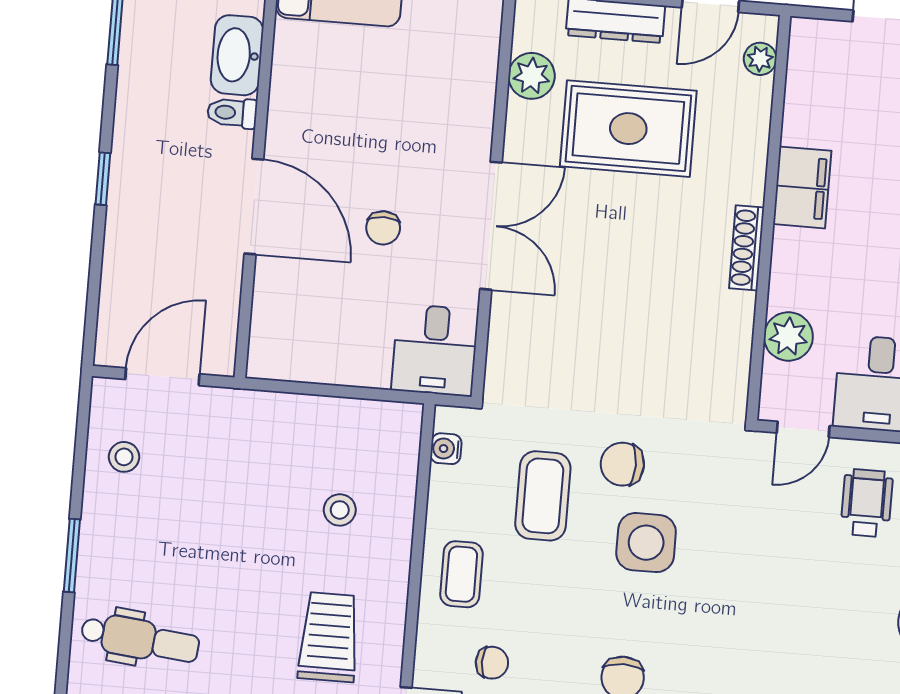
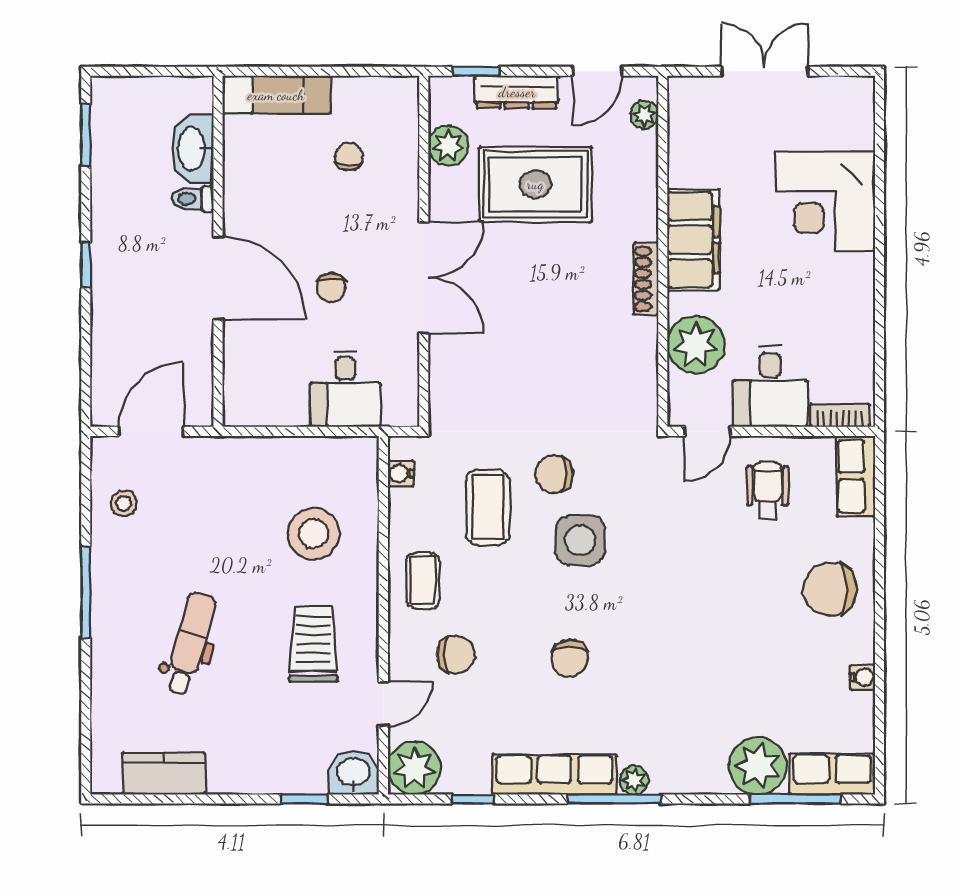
chair: (416, 79) -> (349, 157), added
filing cabinet: (802, 187) -> (693, 240), width x1.50, depth x1.17
plant: (788, 336) -> (696, 345), width x1.36, depth x1.36
desk: (435, 350) -> (345, 389), moved
stool: (340, 510) -> (314, 534), width x1.89, depth x1.89
window: (72, 556) -> (86, 592), width x1.44
dental chair: (140, 639) -> (190, 644), moved, turned -81
chair: (492, 663) -> (456, 655), width x1.37, depth x1.37

